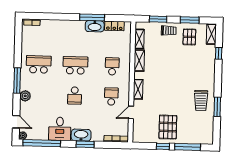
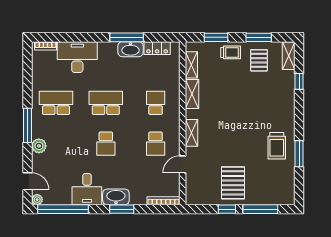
desk: (55, 31) -> (77, 57), added
school desk: (111, 97) -> (156, 144), turned 180

